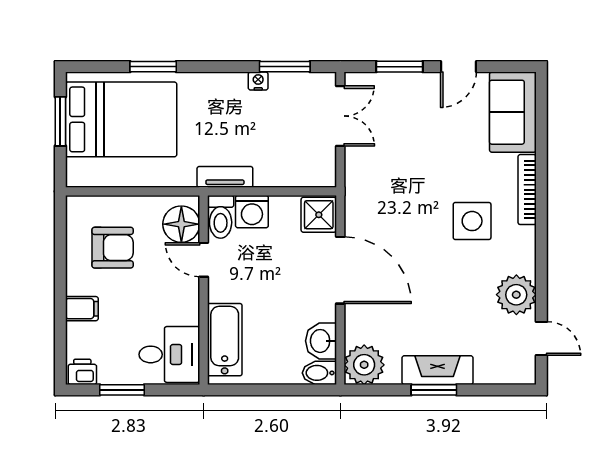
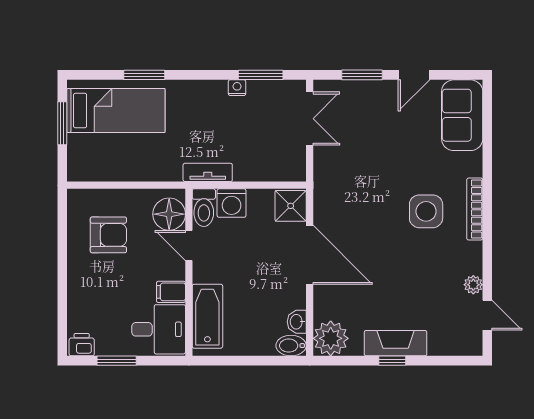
bed: (121, 119) -> (116, 111), width x0.67
bookcase: (527, 190) -> (475, 209), moved
plant: (516, 295) -> (473, 285), width x0.53, depth x0.53
filing cabinet: (82, 309) -> (171, 292), moved, turned 180
washbasin: (321, 341) -> (297, 322), width x0.72, depth x0.69
window: (434, 390) -> (392, 361), width x0.67

